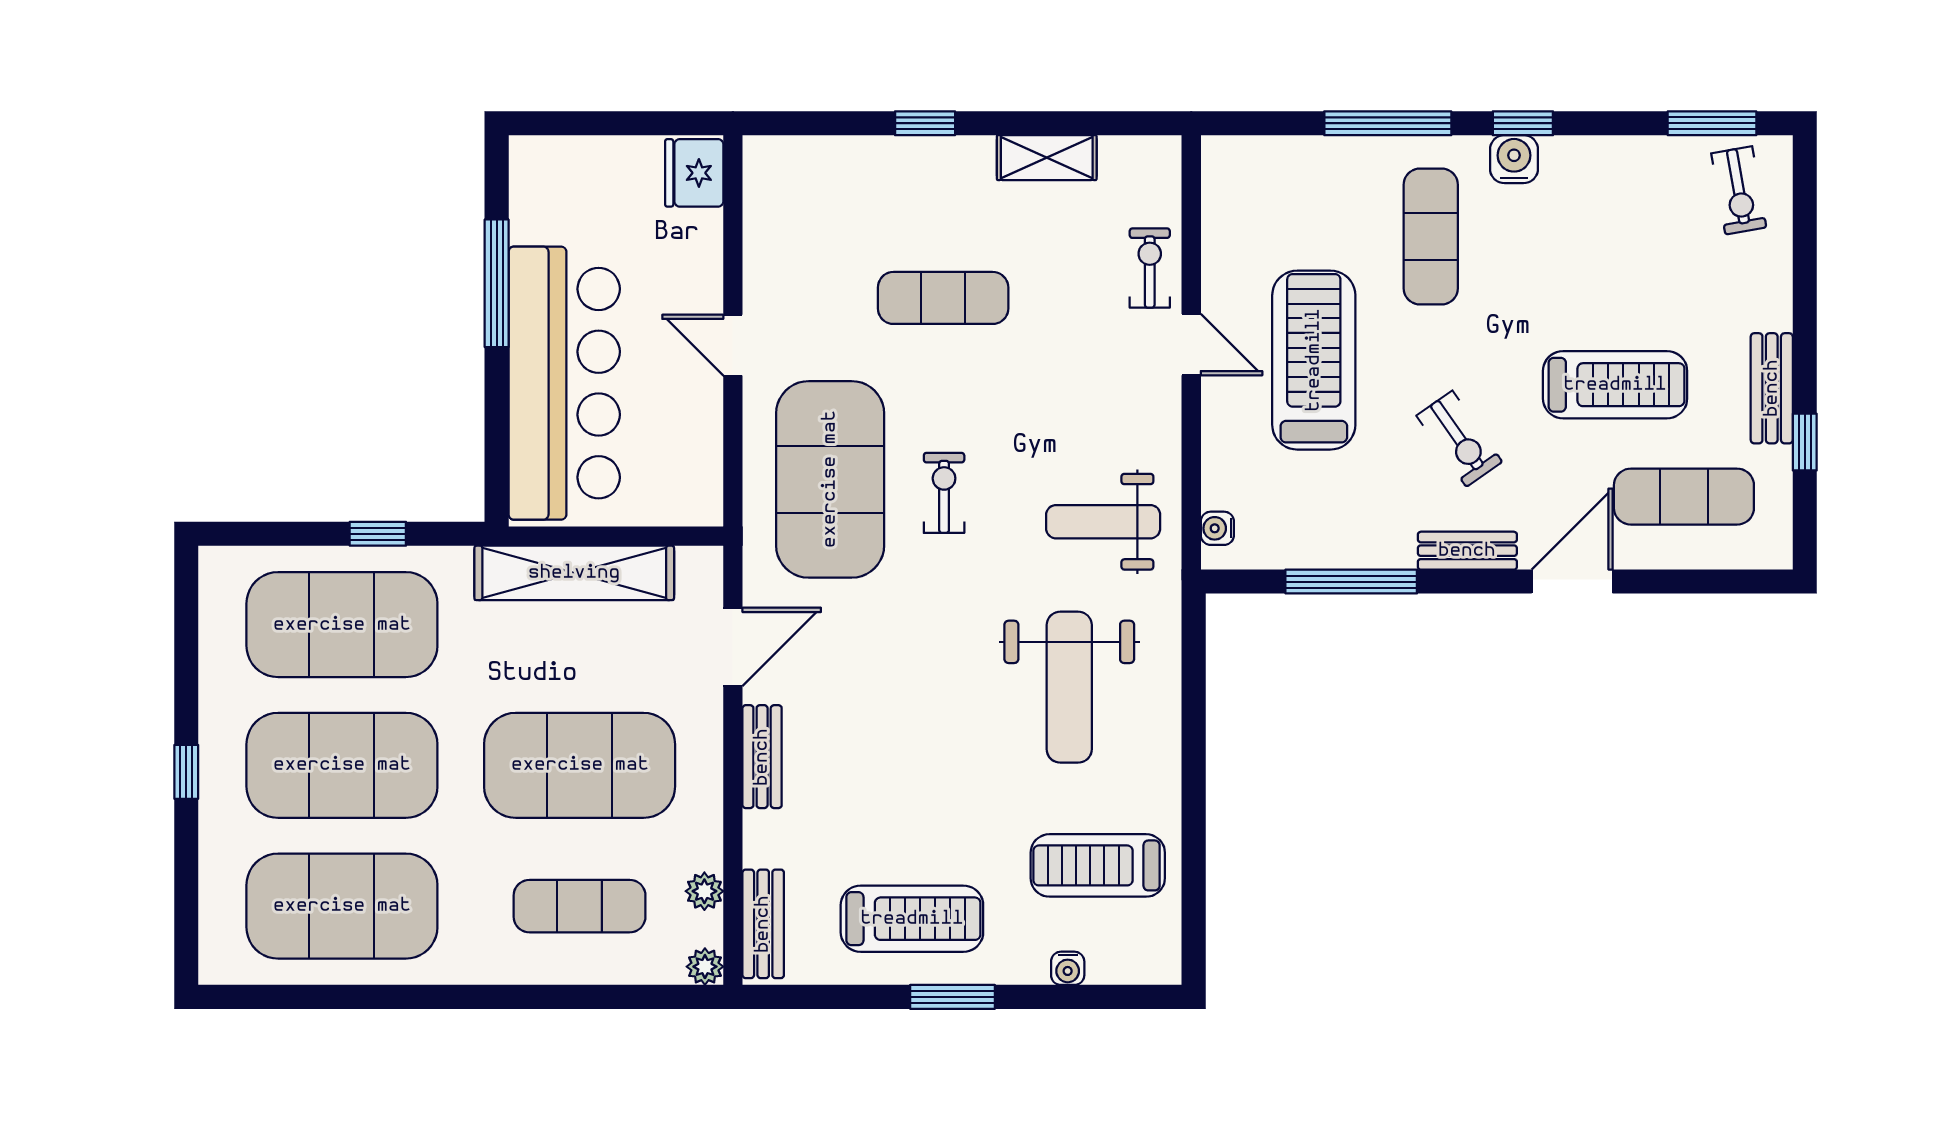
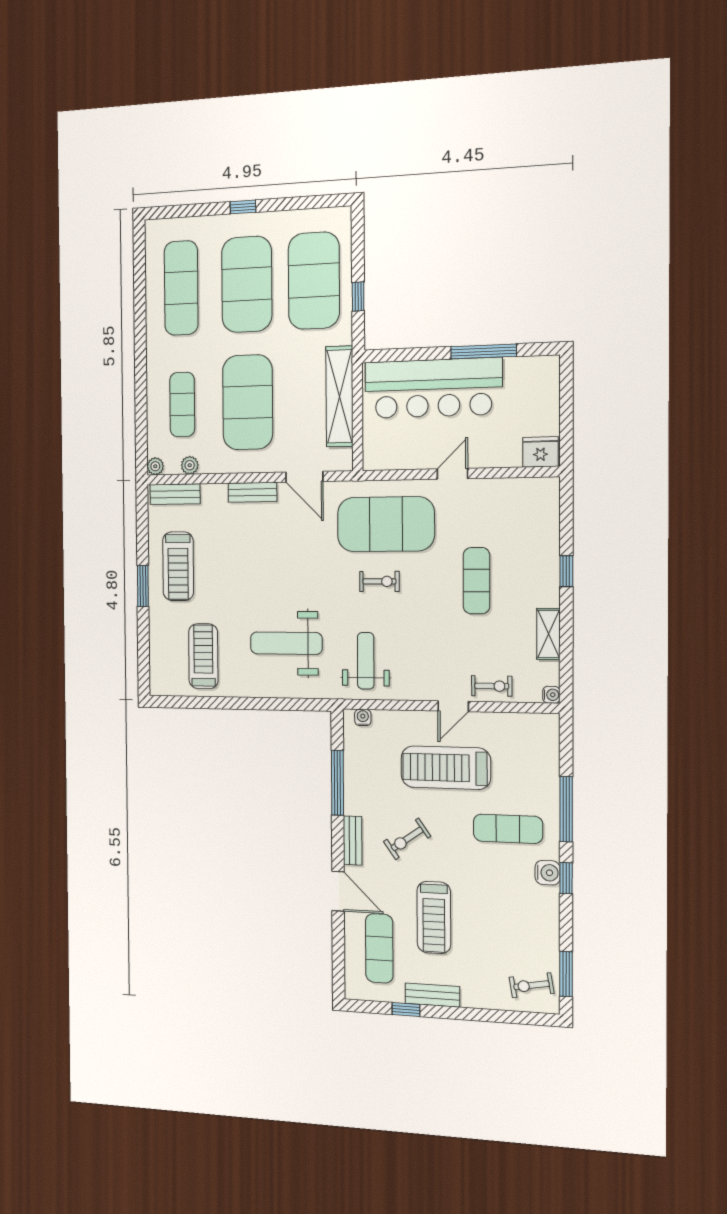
treadmill: (1314, 360) -> (446, 768), turned 180
exercise mat: (342, 906) -> (181, 288), width x0.68
water cooler: (1068, 968) -> (551, 695), moved, turned 180

